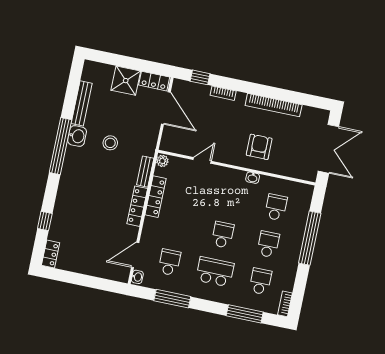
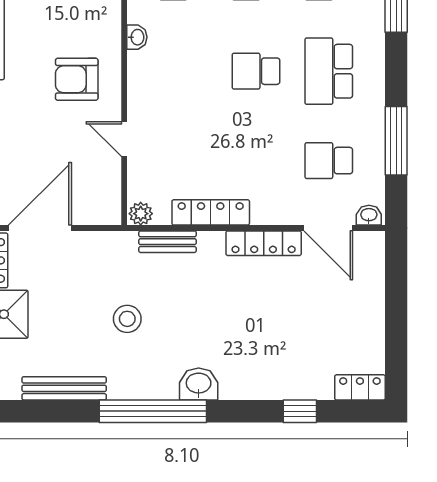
washbasin: (77, 136) -> (199, 384), moved
armchair: (259, 147) -> (77, 79), moved
locker: (137, 206) -> (264, 243), moved

